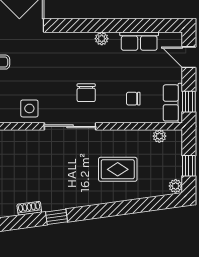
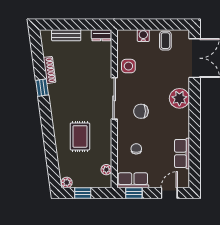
plant: (102, 39) -> (179, 98), moved, width x1.87, depth x1.87
shoe rack: (29, 208) -> (49, 70), width x1.43

